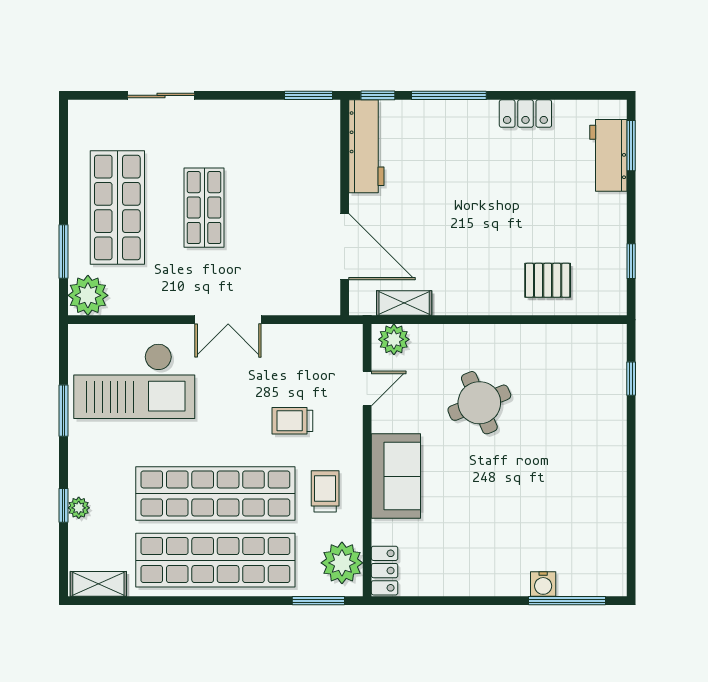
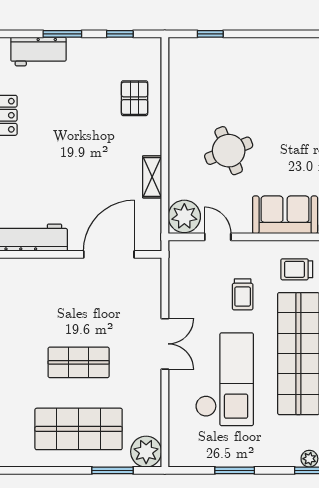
window: (631, 146) -> (62, 34), moved
shelving: (404, 303) -> (152, 177), moved
plant: (394, 339) -> (184, 216), width x1.36, depth x1.36
checkout: (134, 381) -> (224, 379), moved

